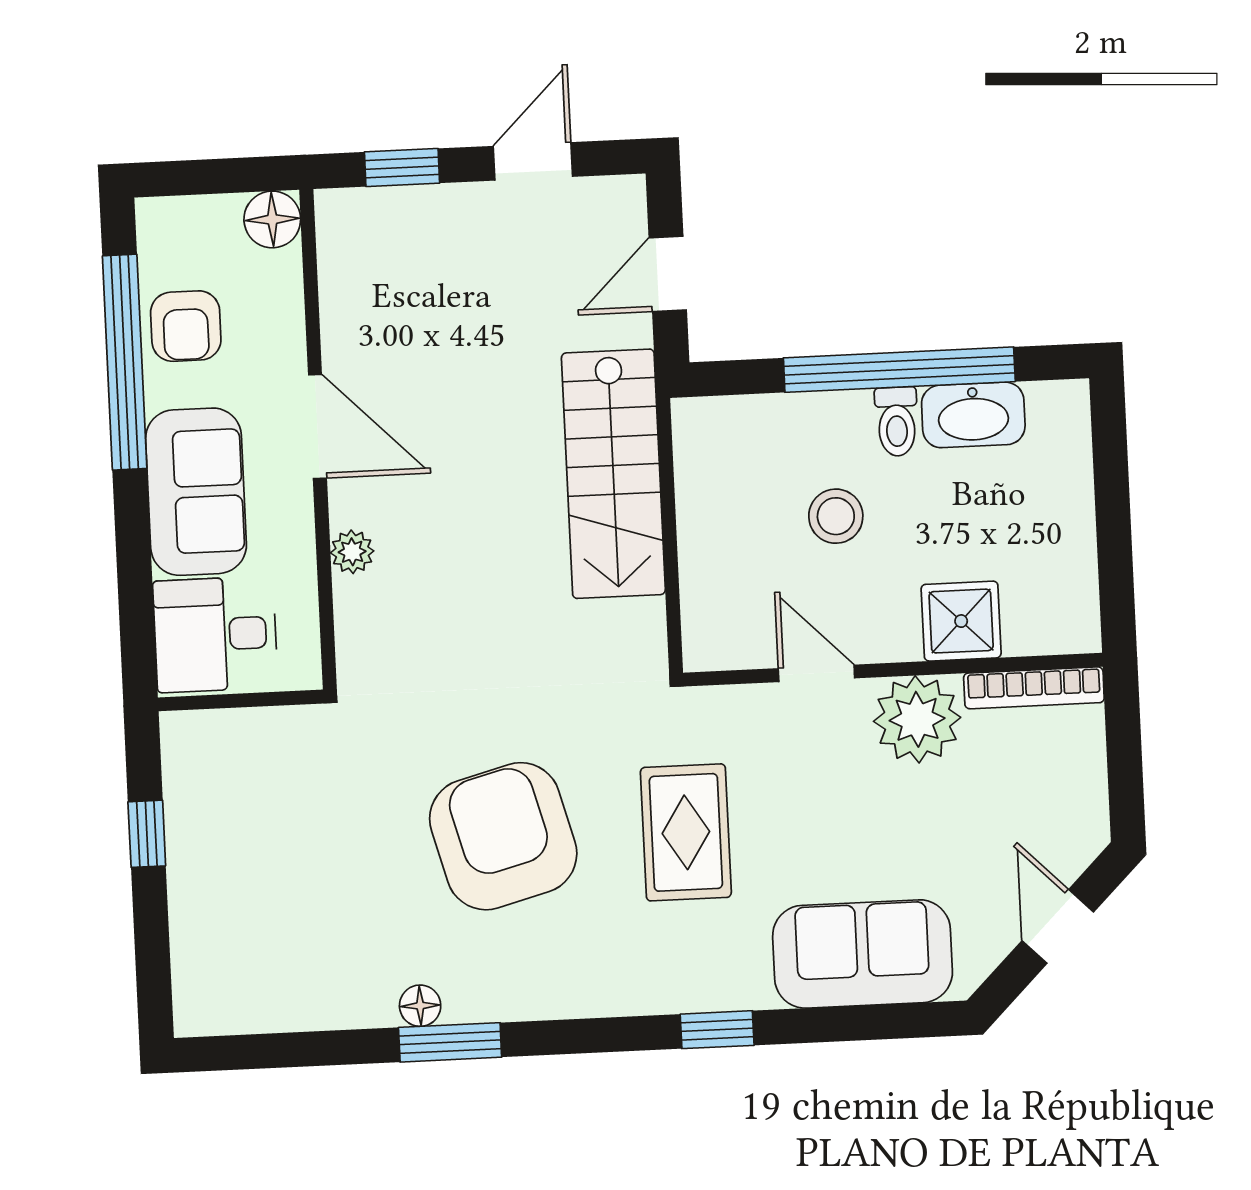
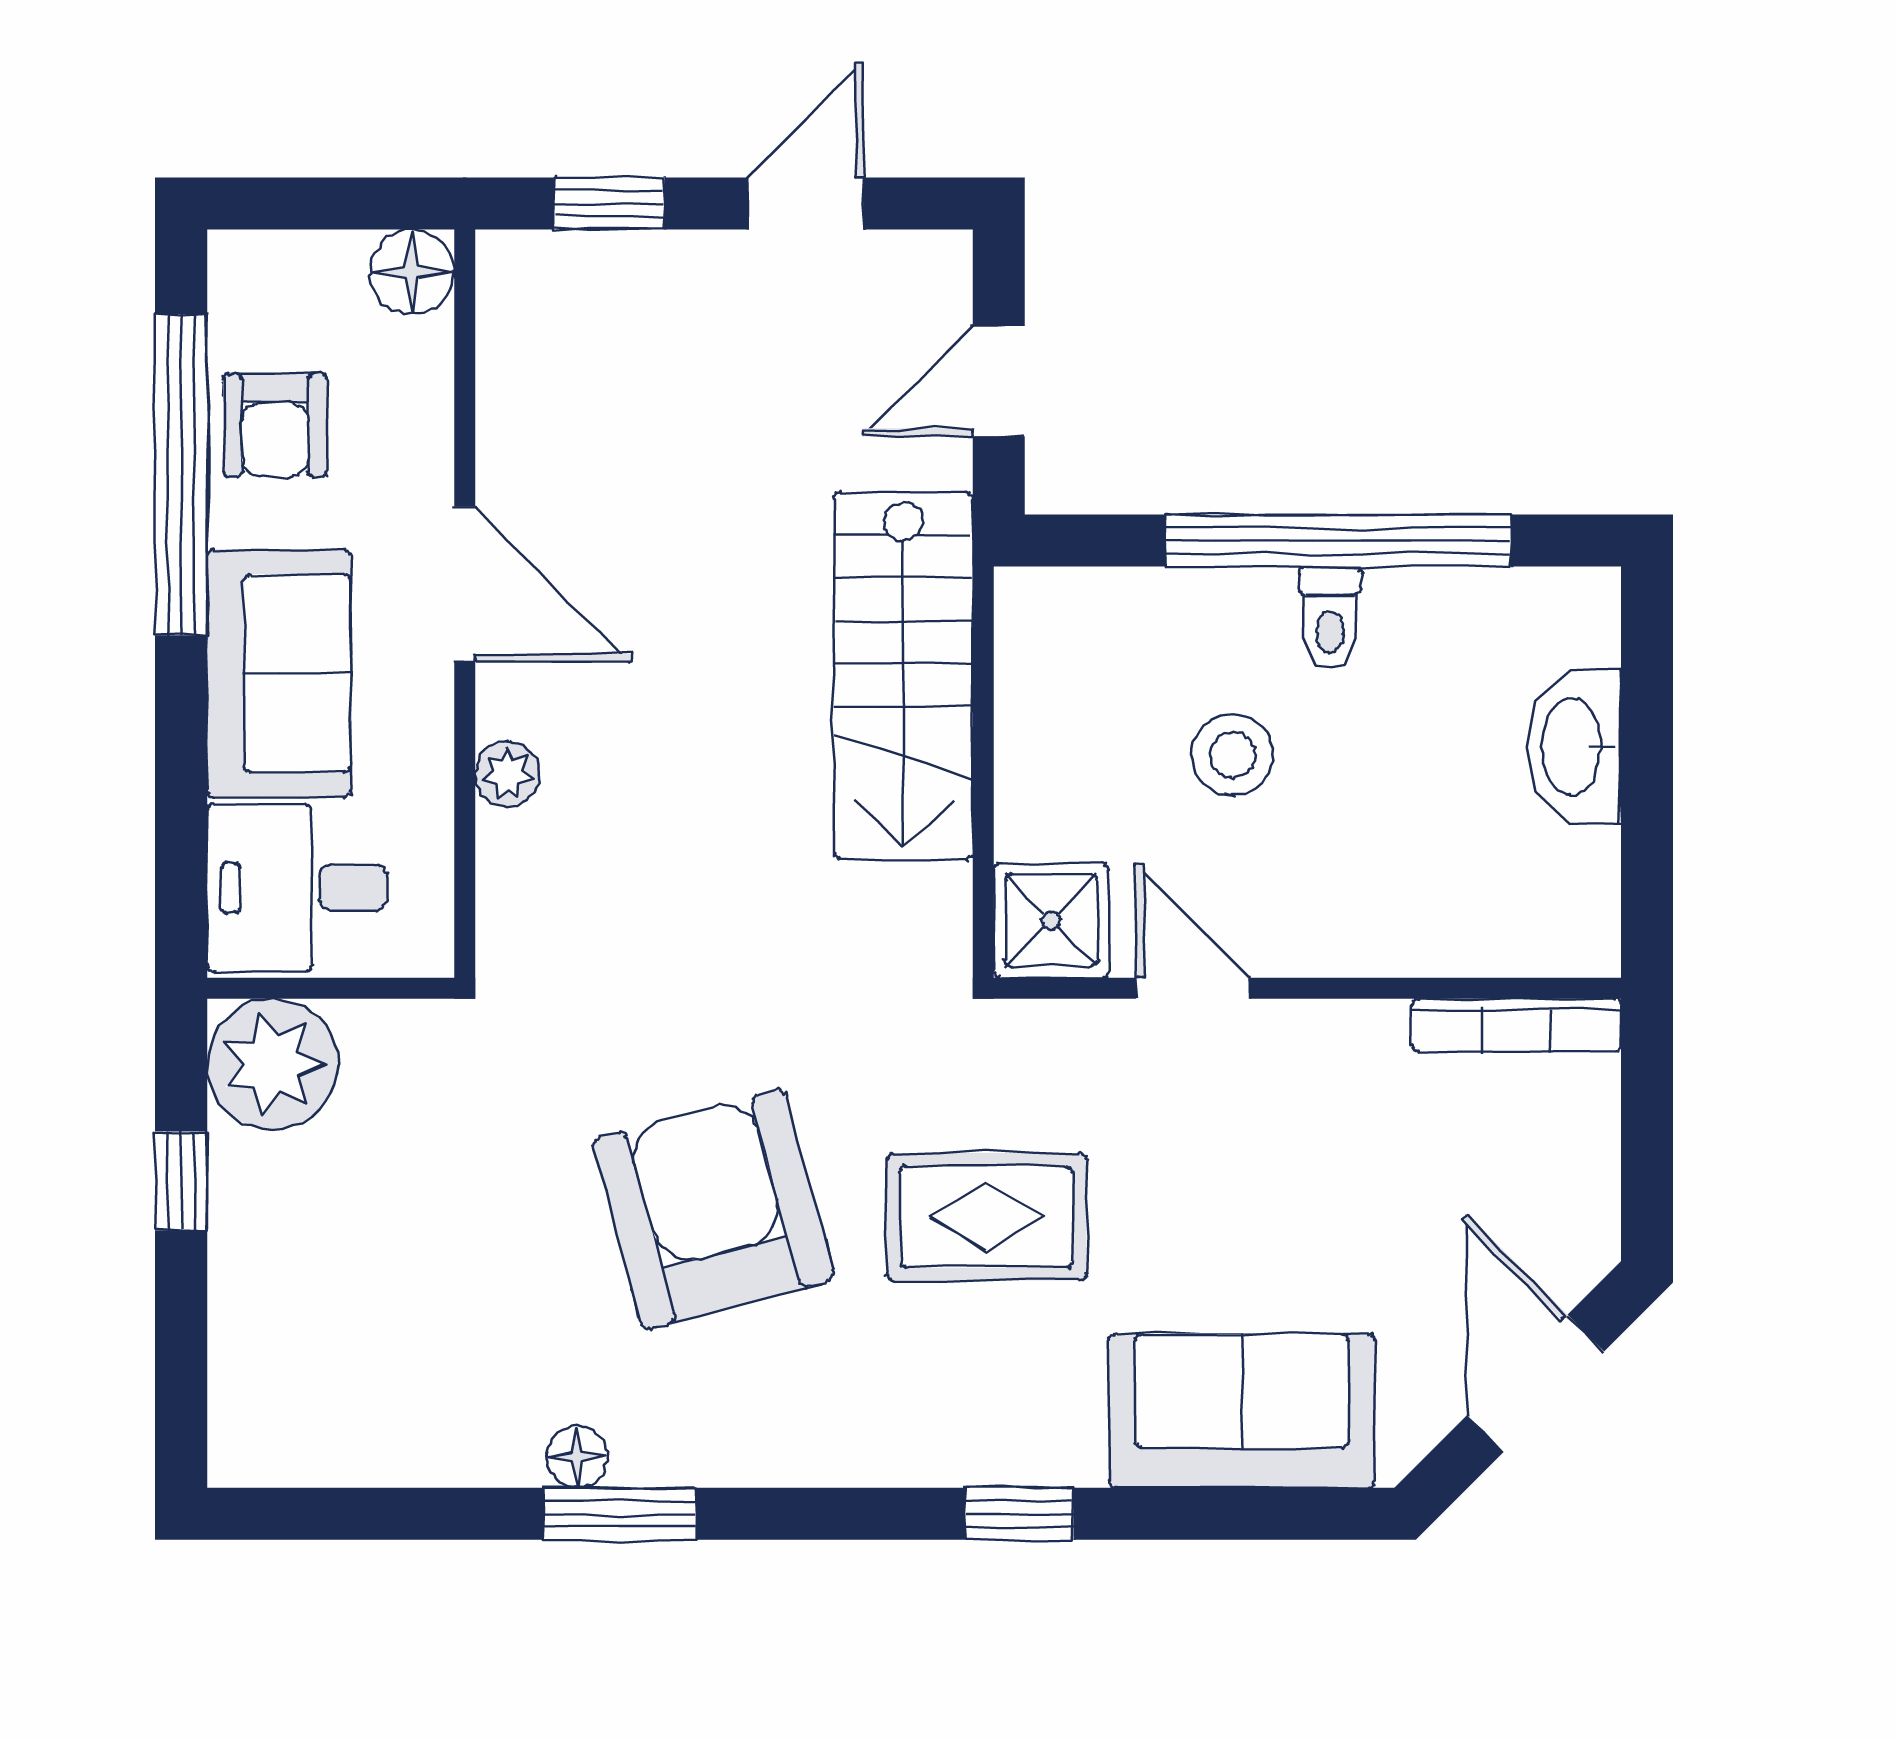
washbasin: (973, 415) -> (1574, 747), moved, turned 90
shower: (961, 621) -> (1051, 920), moved
plant: (917, 719) -> (273, 1064), moved
rug: (686, 832) -> (986, 1217), turned 90
door: (1058, 926) -> (1536, 1383), width x1.38

